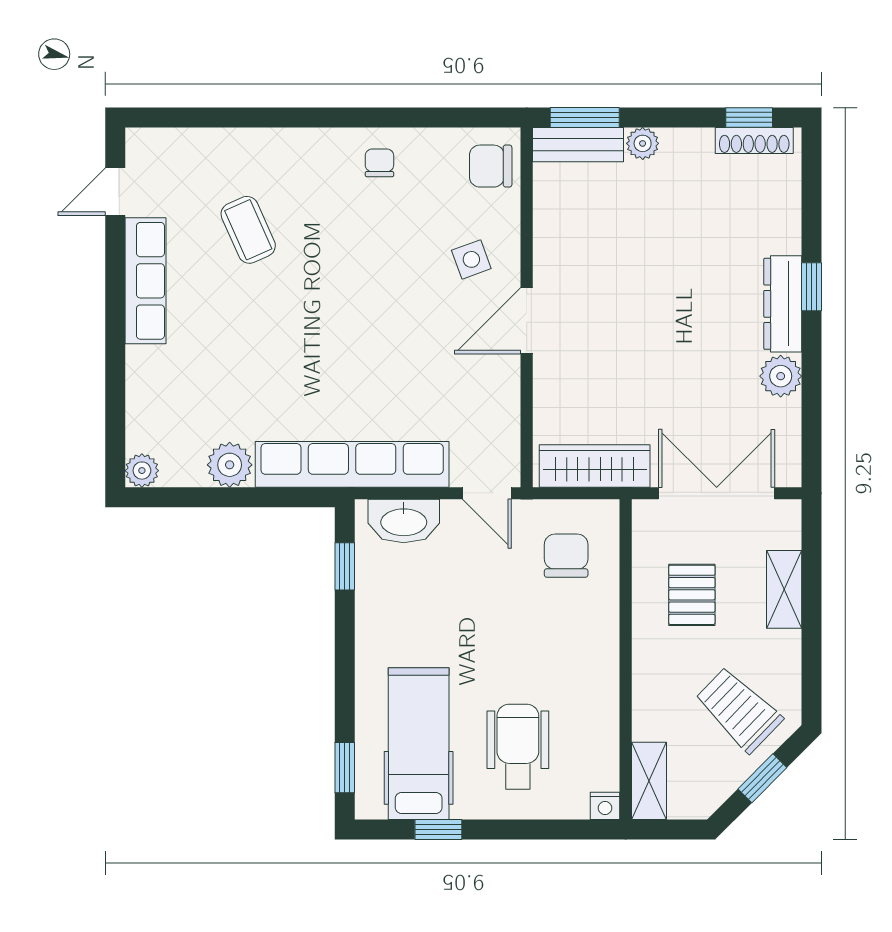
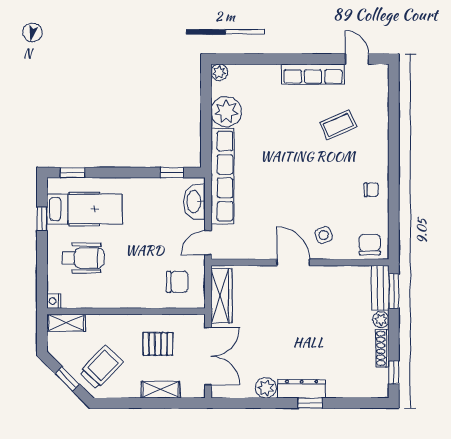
shoe rack: (754, 140) -> (382, 348), moved
plant: (230, 465) -> (226, 112), width x1.36, depth x1.36

